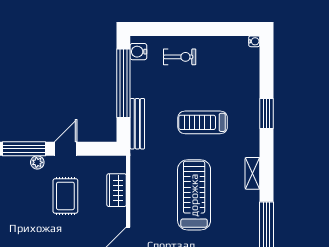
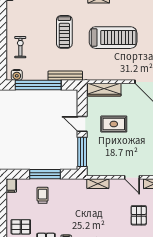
plant: (37, 162) -> (91, 143), removed
wardrobe: (117, 190) -> (104, 90), width x1.50
treadmill: (194, 195) -> (113, 38), turned 180

